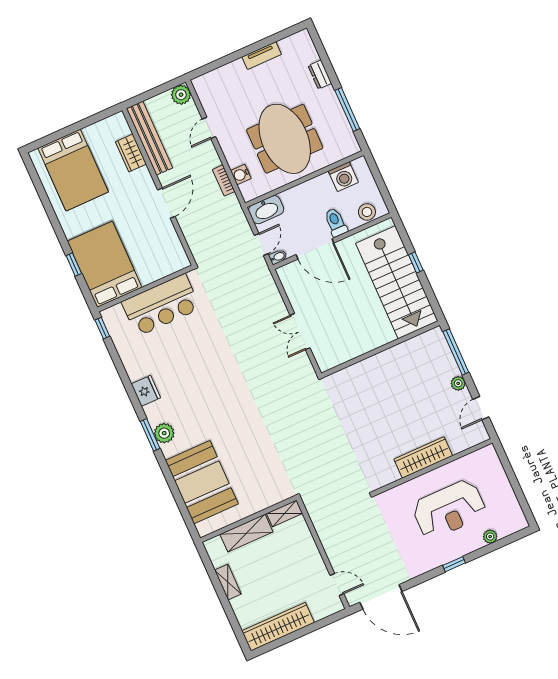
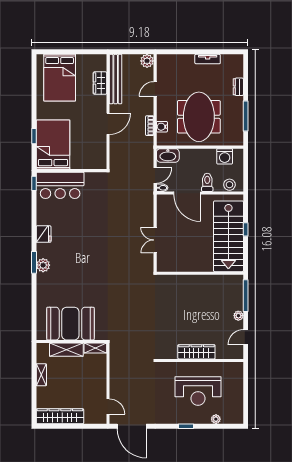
bar counter: (161, 305) -> (60, 185), moved
booth: (202, 482) -> (70, 324), moved, turned 90

